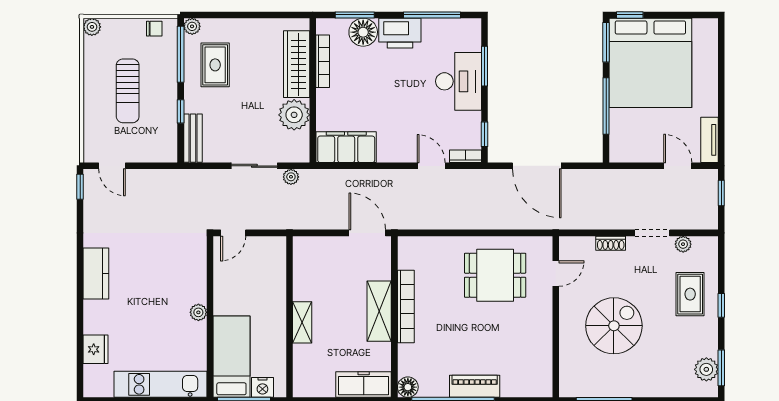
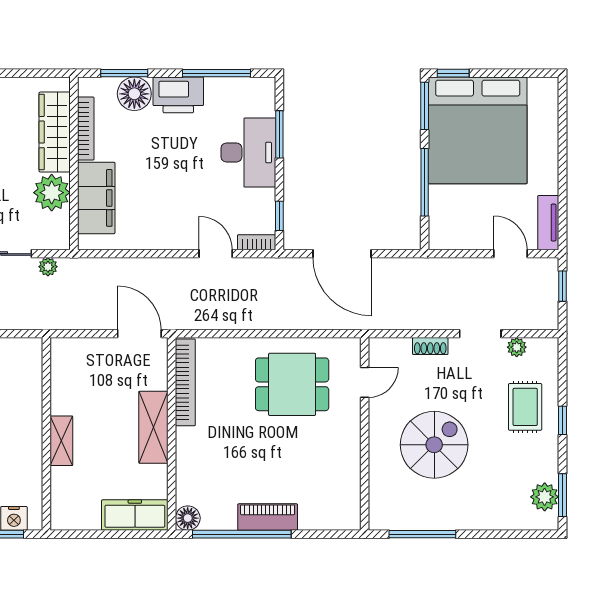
filing cabinet: (346, 147) -> (96, 198), moved, turned 90
bookcase: (406, 307) -> (185, 382), moved

